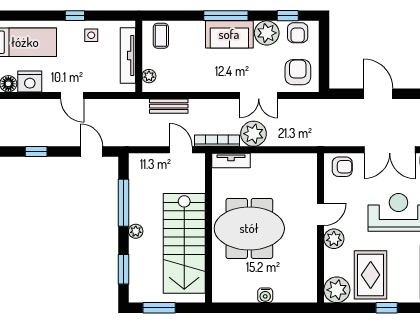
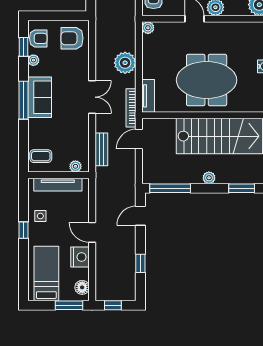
plant: (267, 33) -> (33, 60), width x0.53, depth x0.53
nightstand: (30, 81) -> (80, 257), moved
door: (72, 95) -> (92, 232), swing flipped
double door: (259, 95) -> (92, 97), moved
plant: (253, 134) -> (125, 63), moved
plant: (310, 160) -> (148, 28), added
window: (123, 203) -> (170, 188), moved
meeting table: (249, 228) -> (207, 80), turned 90

